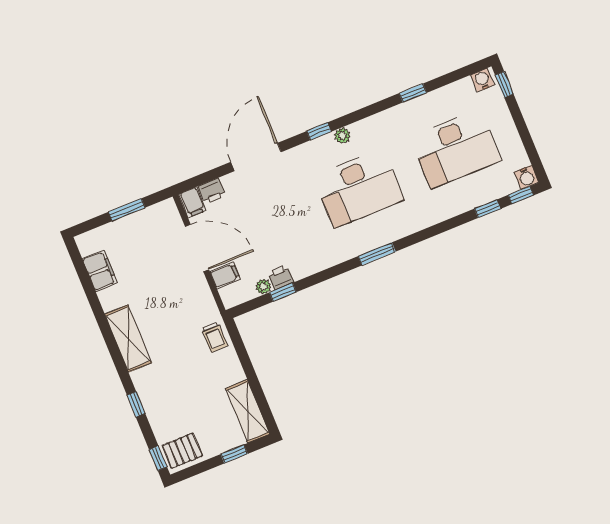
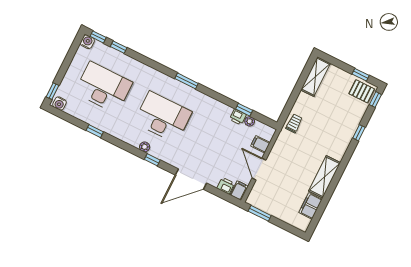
window: (127, 210) -> (260, 213), moved
door: (197, 248) -> (259, 169), width x0.73
shelving: (128, 338) -> (325, 177), moved
window: (234, 454) -> (361, 75), moved

